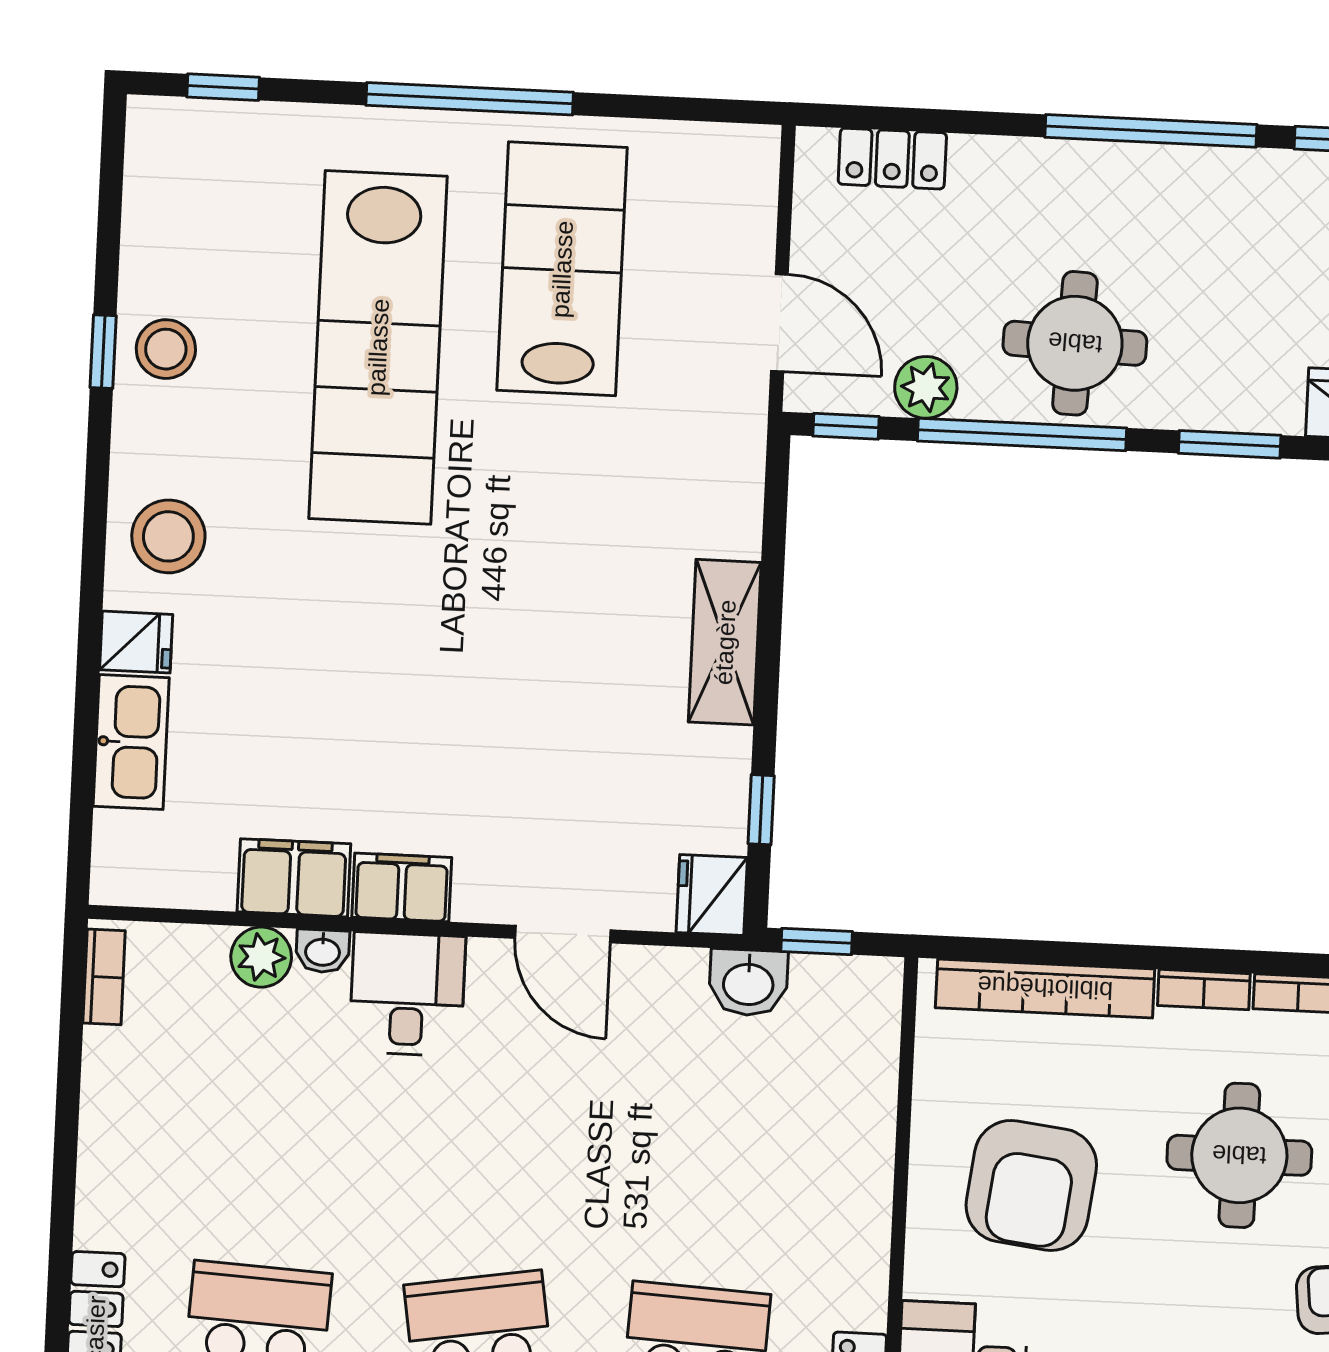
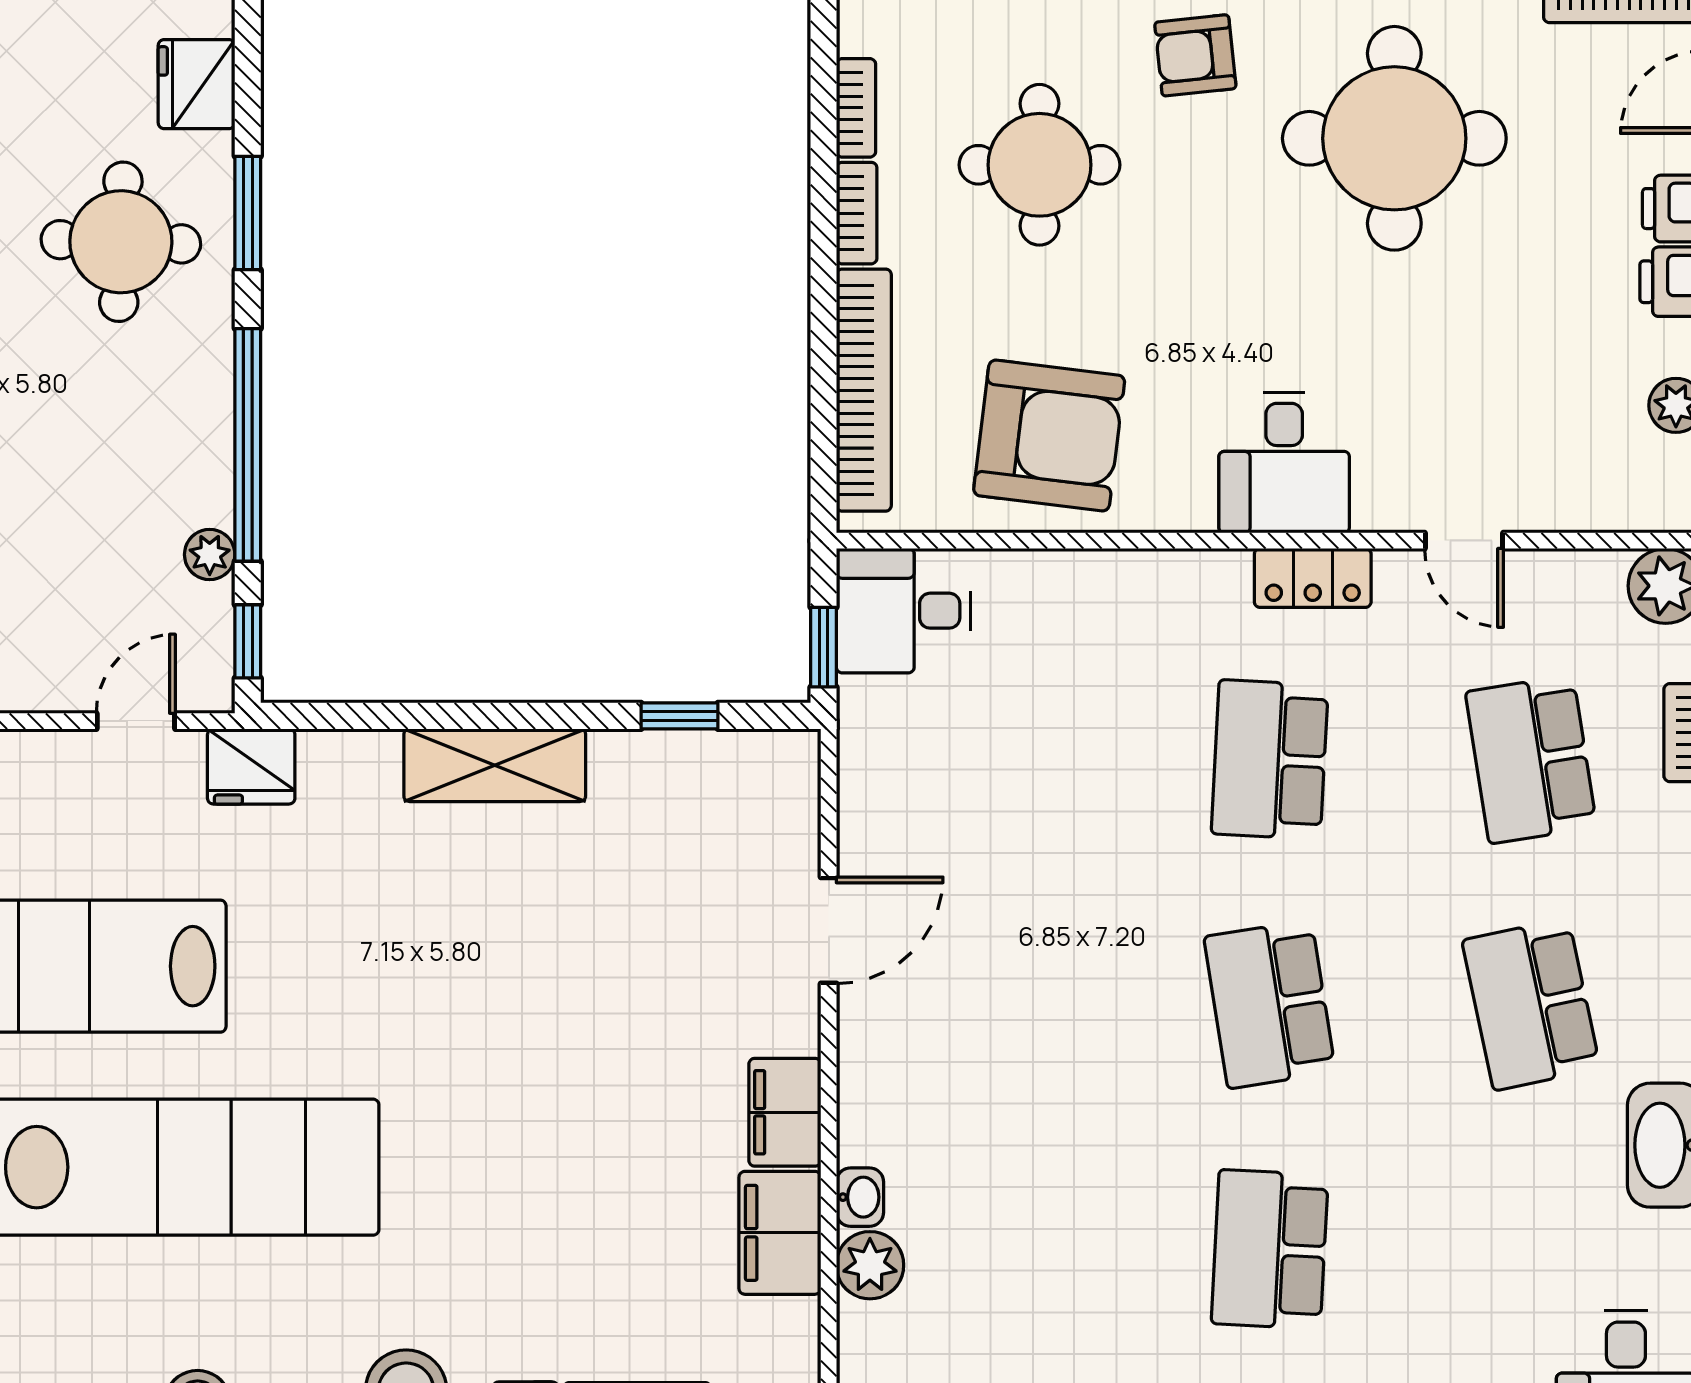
door: (779, 323) -> (136, 721), width x0.73
round table: (1075, 343) -> (121, 242), moved
plant: (926, 387) -> (210, 555), width x0.73, depth x0.73
fridge: (712, 895) -> (251, 766), moved
washbasin: (748, 982) -> (873, 721), removed
desk: (407, 994) -> (903, 611), moved
armchair: (1031, 1185) -> (1049, 436), moved

